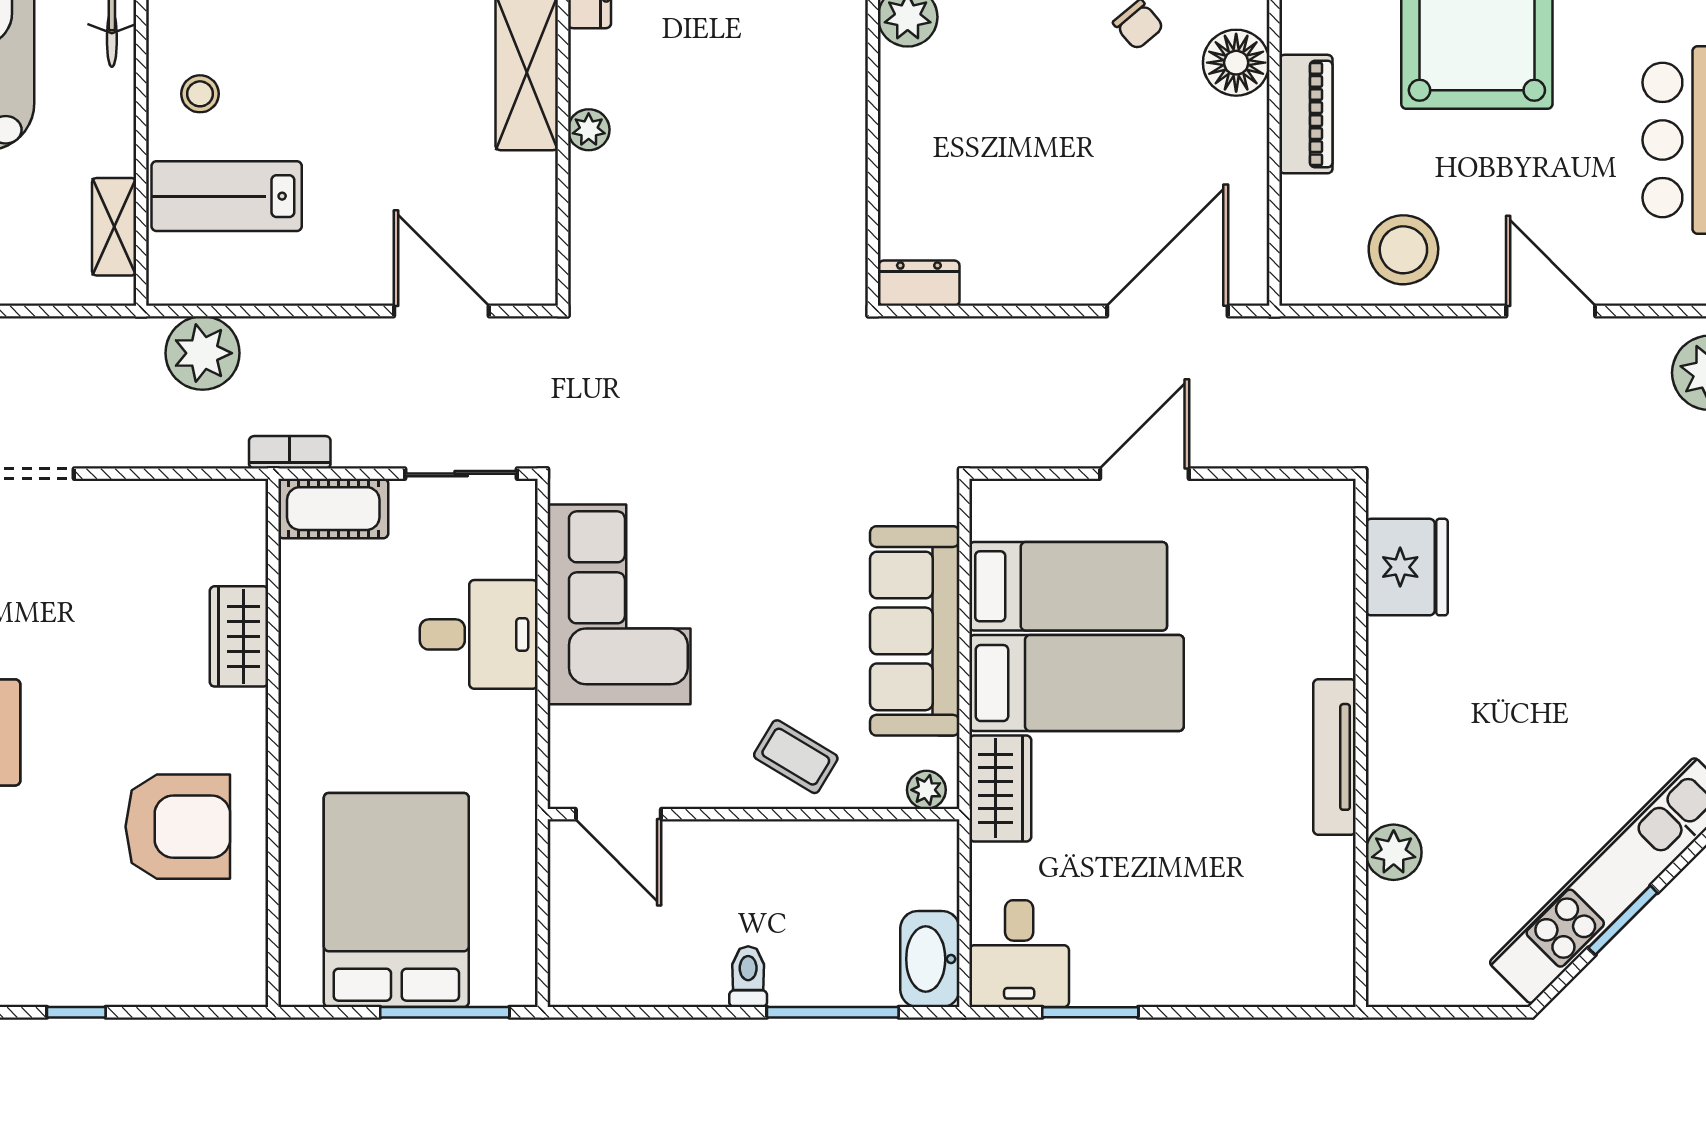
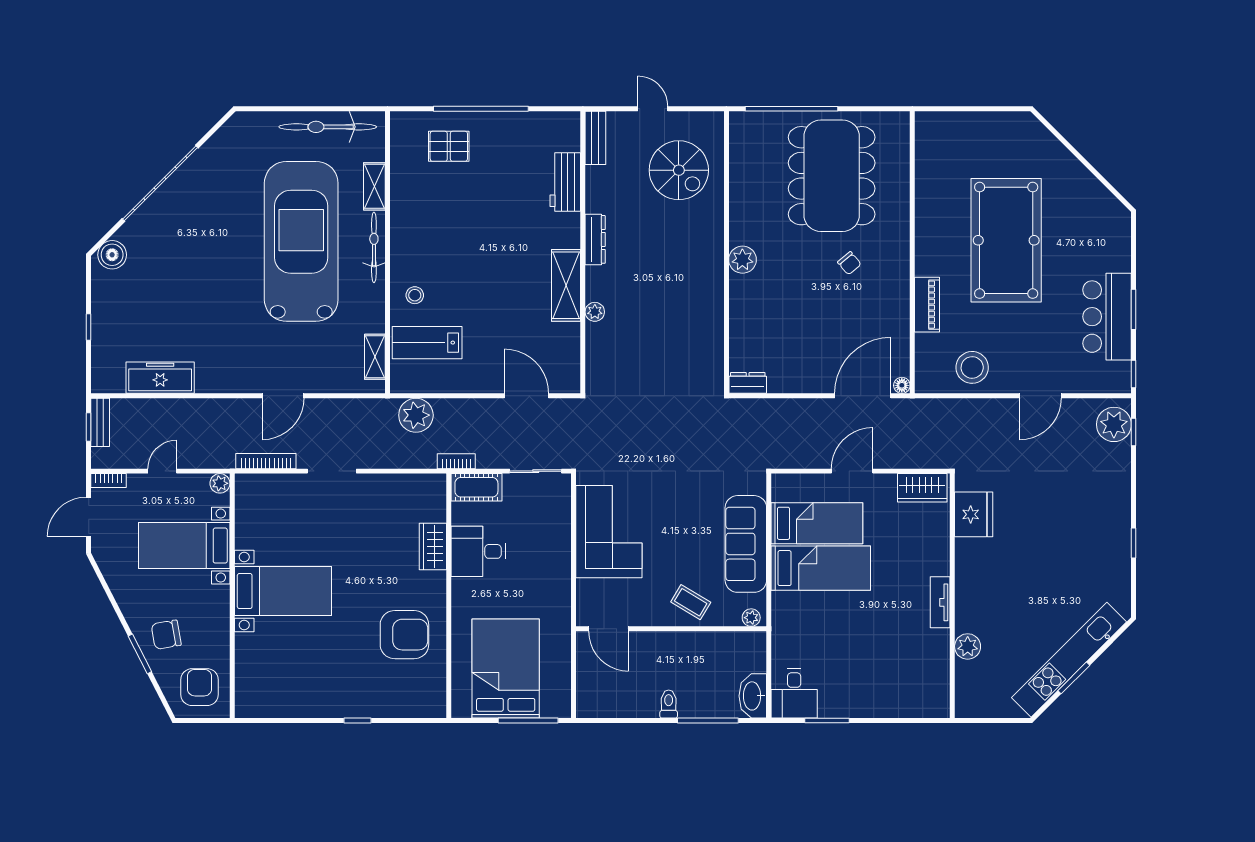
floor lamp: (1236, 63) -> (902, 385), moved, width x0.53, depth x0.53
door: (1551, 311) -> (1040, 396), swing flipped
desk: (479, 634) -> (478, 551), moved, turned 180
tv unit: (1335, 757) -> (940, 602), width x0.71
wardrobe: (1000, 788) -> (922, 488), moved, turned 90

